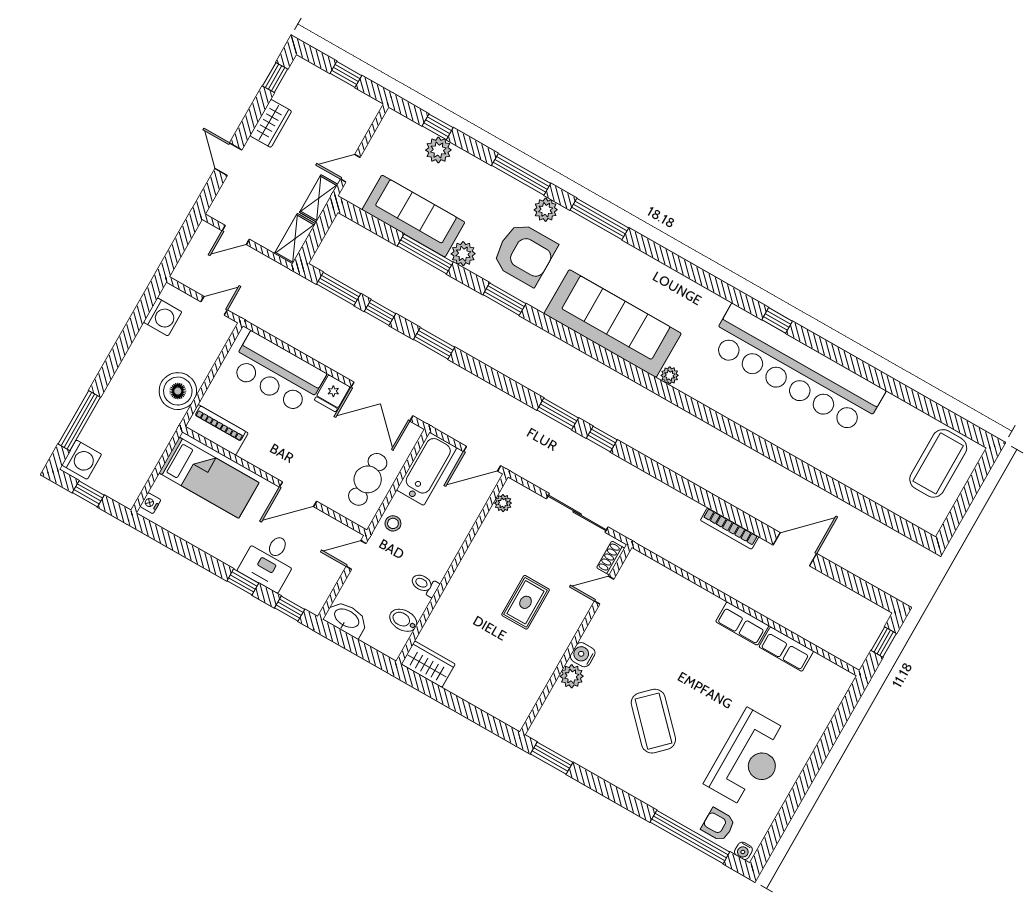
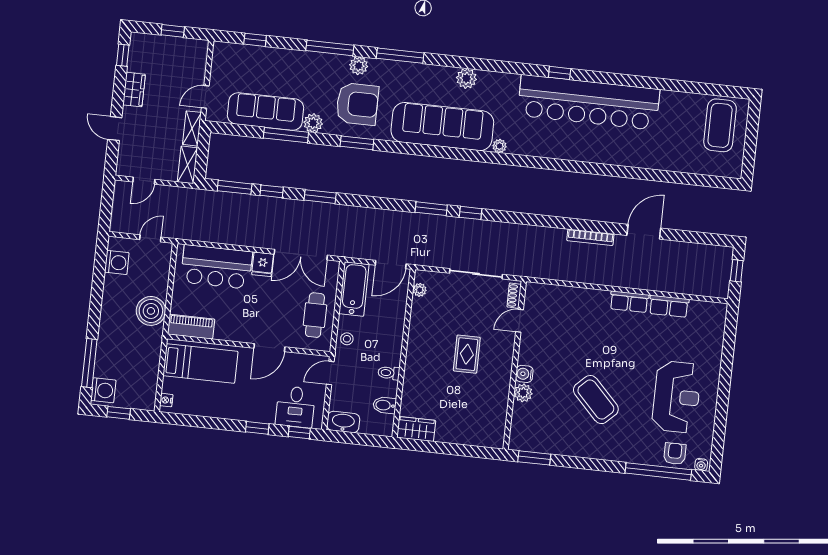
plant: (438, 150) -> (466, 78), moved
desk: (270, 560) -> (295, 407), moved
armchair: (718, 825) -> (675, 454), turned 90

